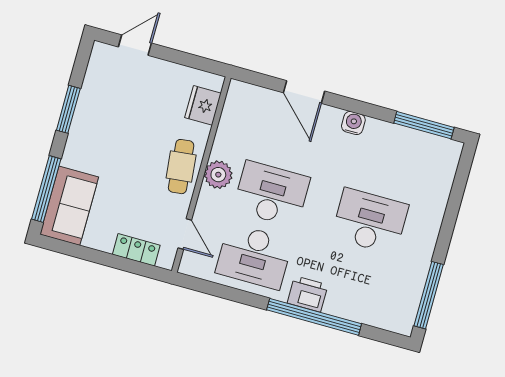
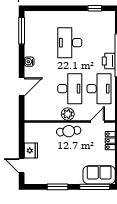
fridge: (203, 105) -> (31, 151), moved, turned -90
desk: (271, 194) -> (70, 89), turned 180
window: (429, 295) -> (95, 8), width x0.46

